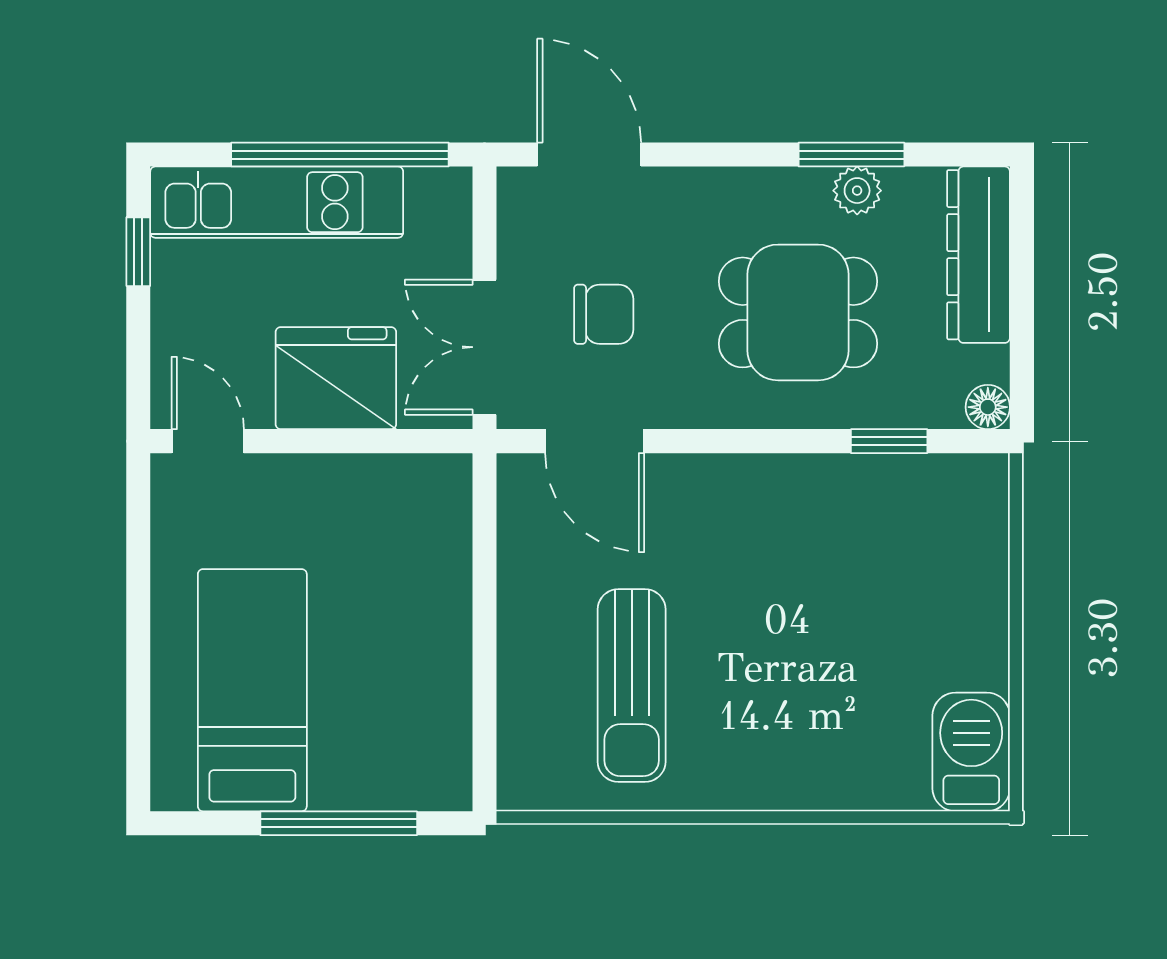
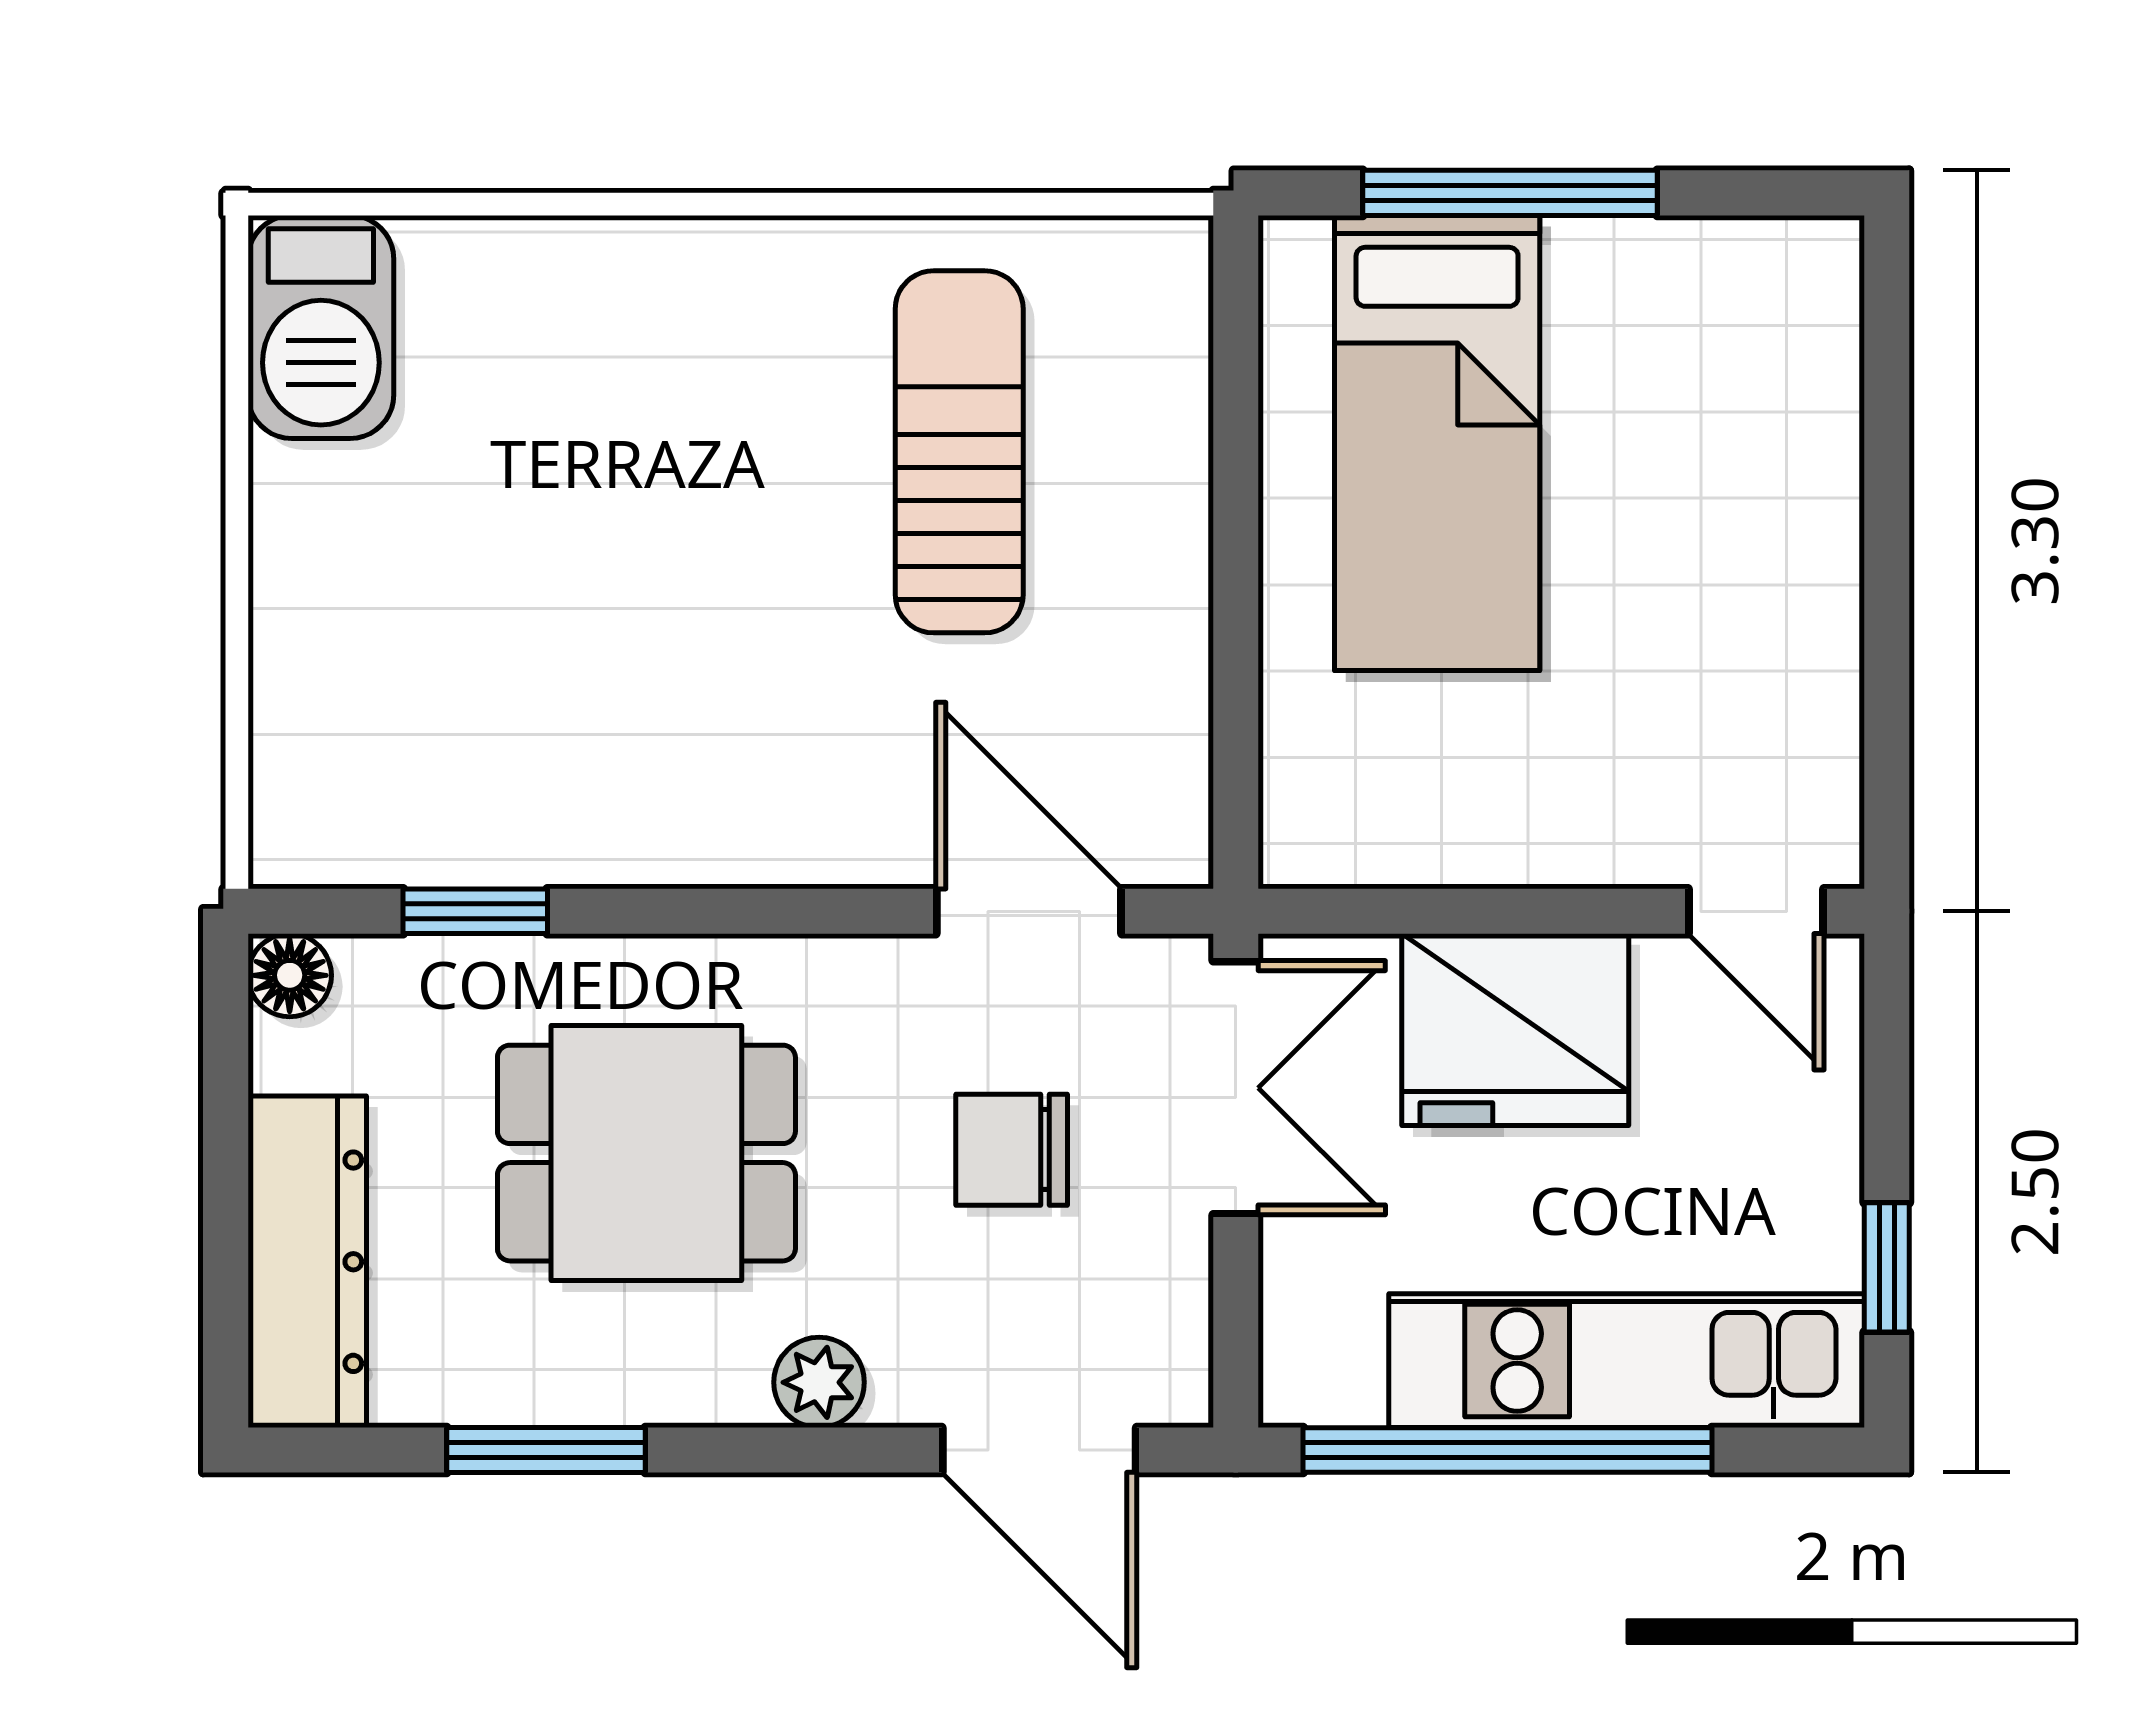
plant: (857, 191) -> (819, 1382), moved
bed: (252, 690) -> (1437, 443), moved

